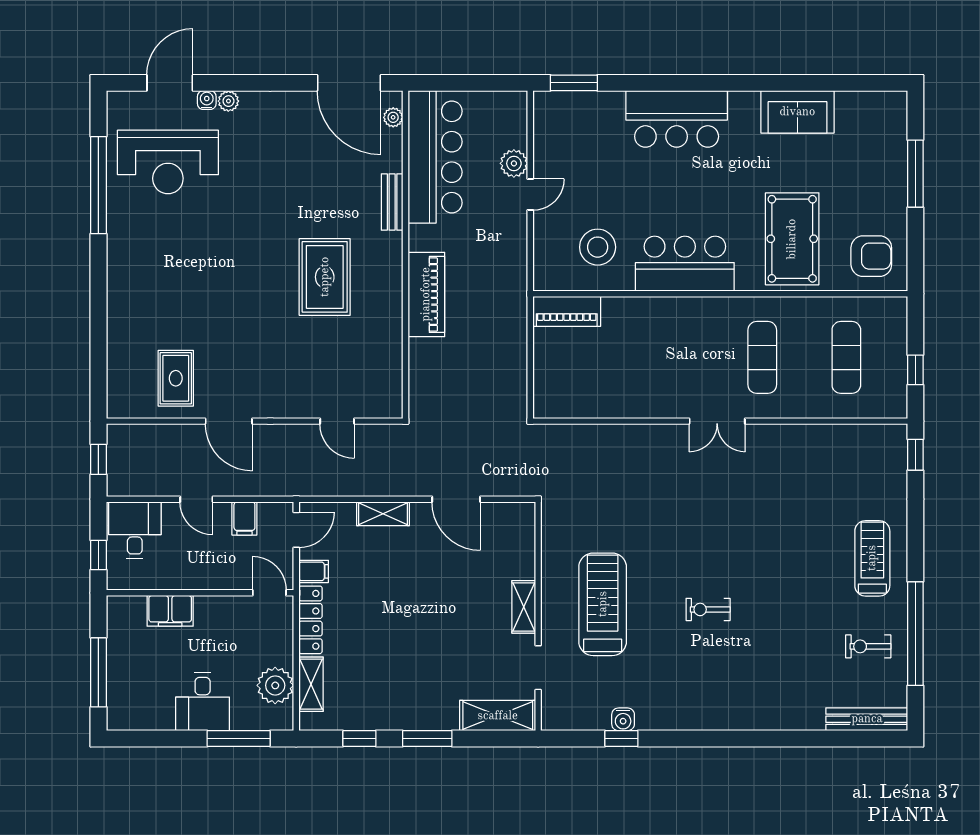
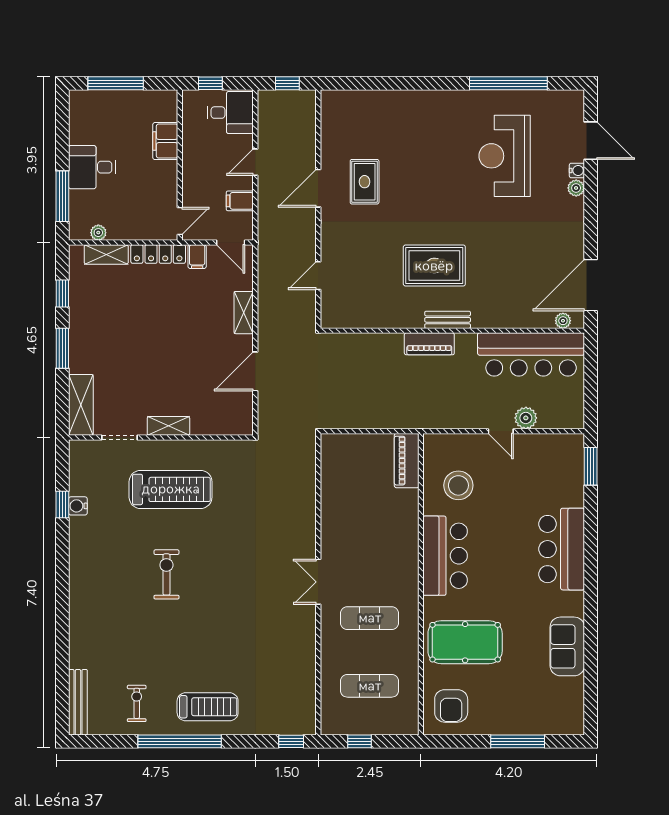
reception desk: (168, 162) -> (505, 156), moved
bench: (392, 202) -> (448, 320), moved
piano: (426, 294) -> (429, 344), width x0.73, depth x0.75
rug: (176, 378) -> (365, 182), moved, turned 90
exercise bike: (708, 609) -> (166, 574), width x1.38, depth x1.39
window: (915, 634) -> (180, 741), moved
plant: (275, 685) -> (98, 233), width x0.53, depth x0.53

